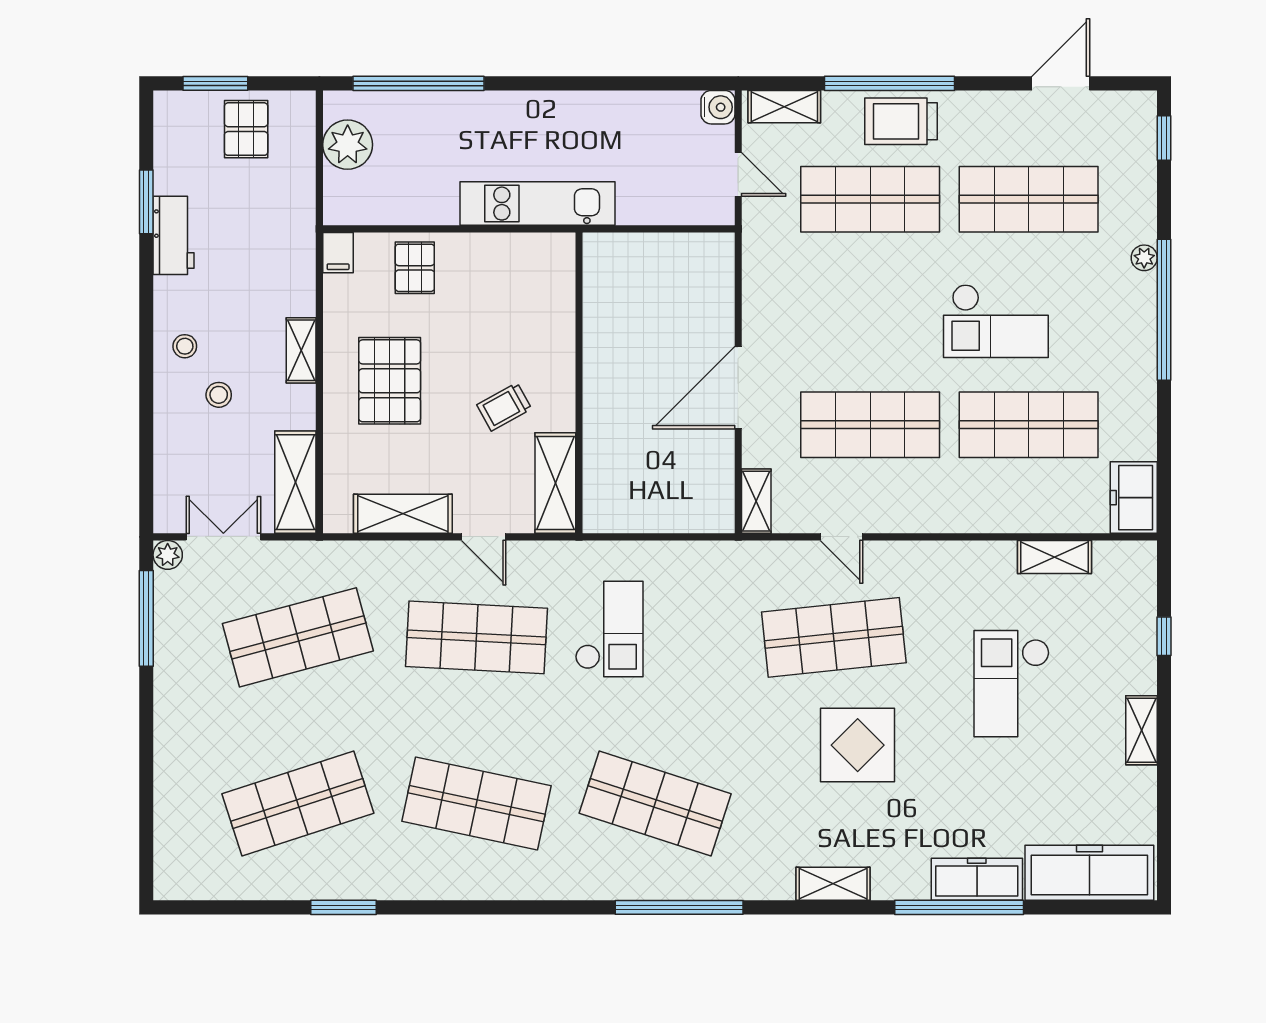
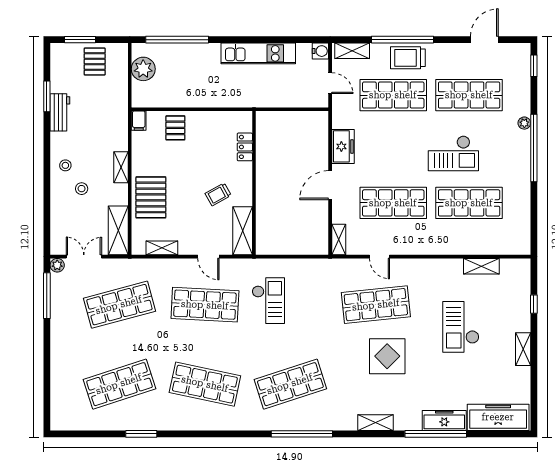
kitchen unit: (537, 204) -> (258, 53), moved, turned 180
locker: (560, 308) -> (245, 147), added
pallet: (390, 381) -> (151, 197), moved
door: (738, 388) -> (330, 185), width x0.73
freezer: (1134, 498) -> (343, 146), moved, turned 180
shelving: (403, 514) -> (162, 248), width x0.67, depth x0.75
shop shelf: (655, 804) -> (290, 384), turned -36

